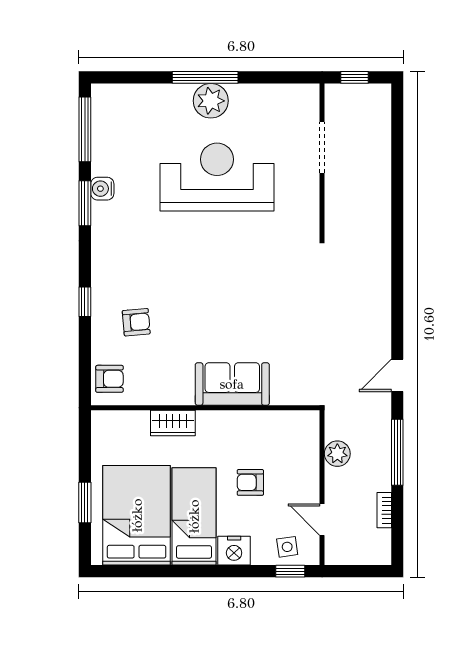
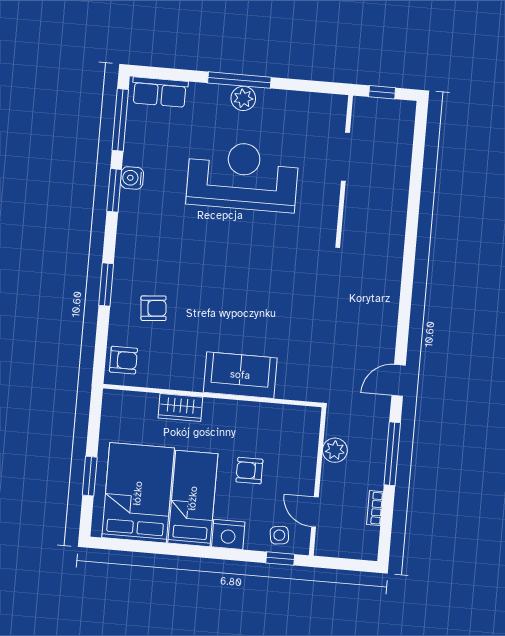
row of seats: (123, 97) -> (160, 92), added
plant: (211, 101) -> (243, 98), width x0.73, depth x0.73
window: (85, 302) -> (106, 284), width x1.50

